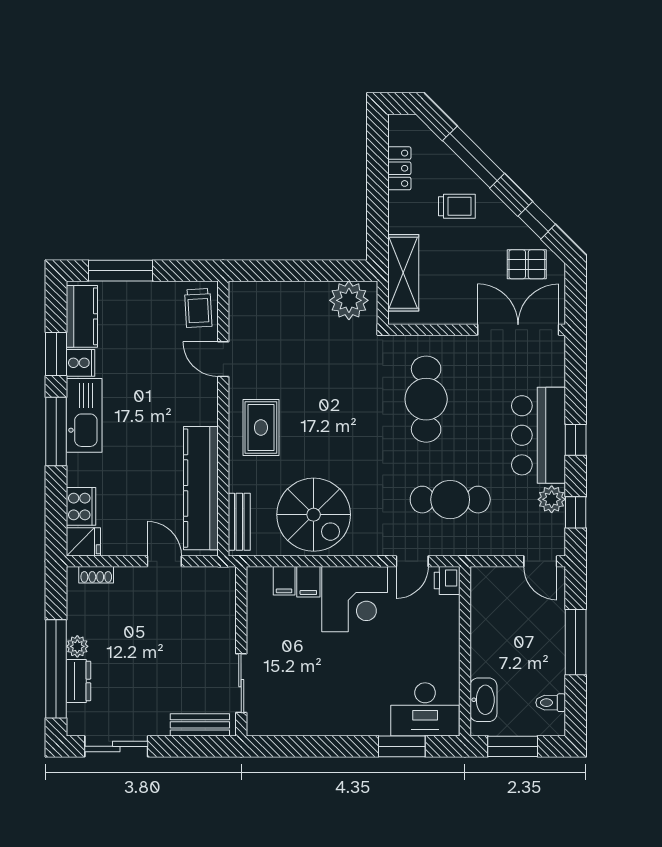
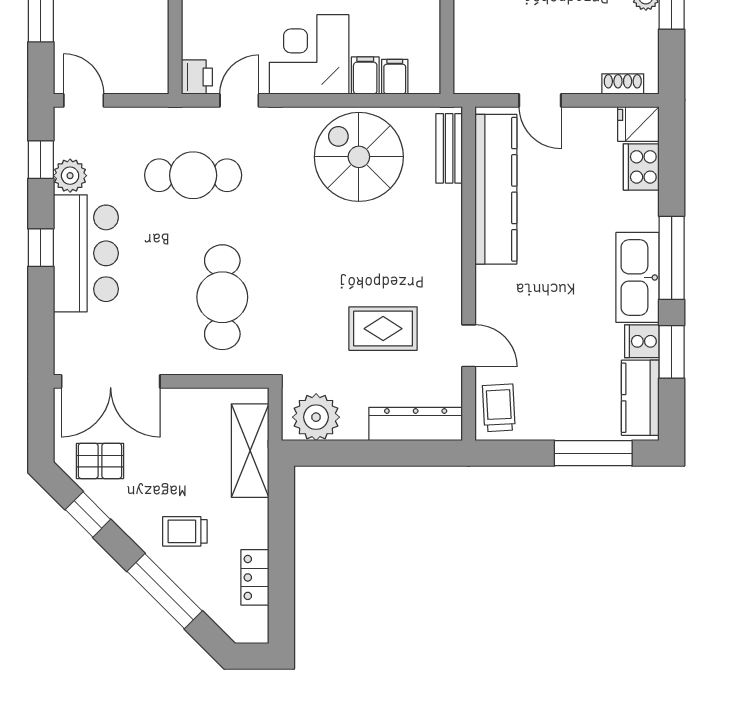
dresser: (267, 295) -> (416, 424), added
rug: (261, 428) -> (383, 329), moved, turned 90

